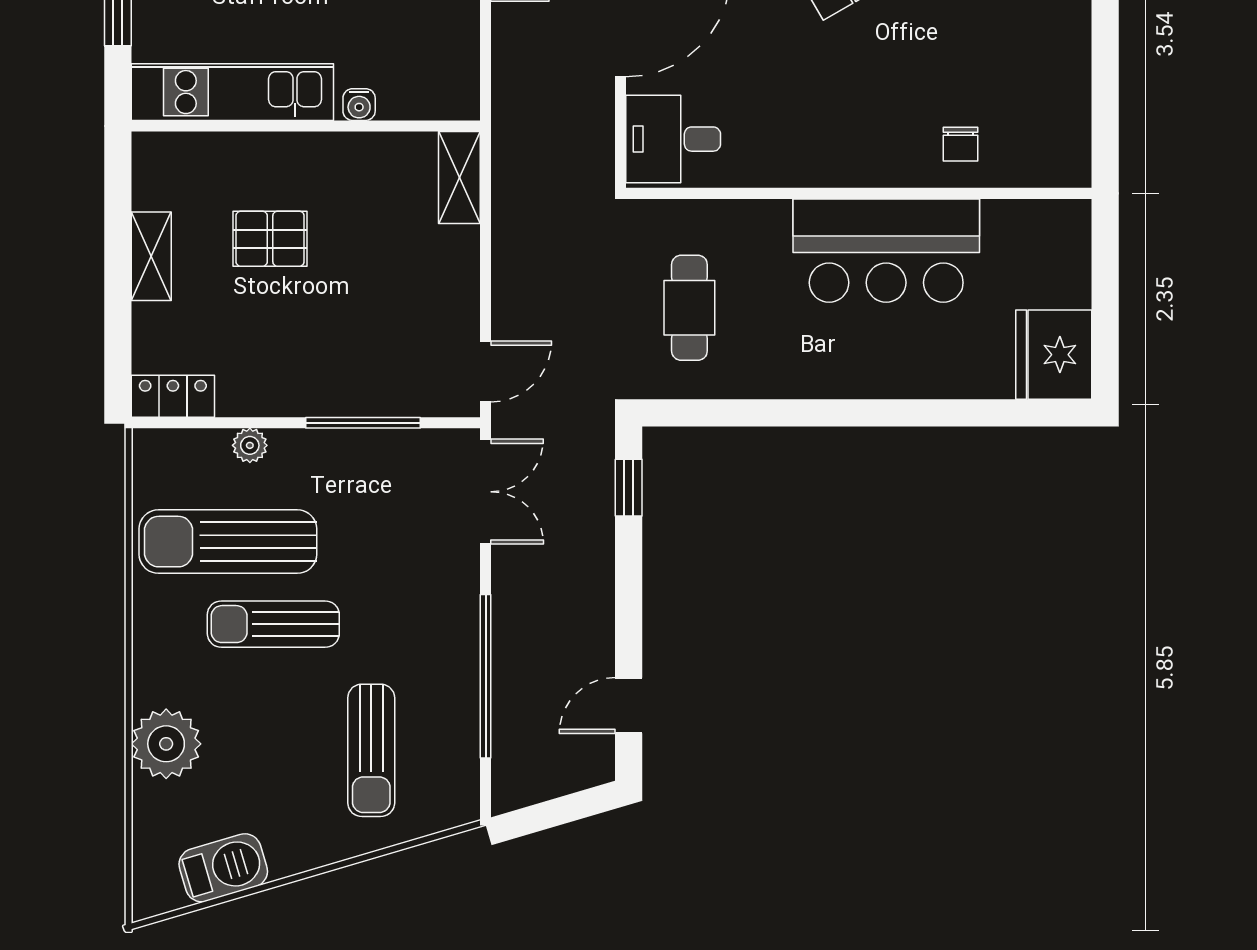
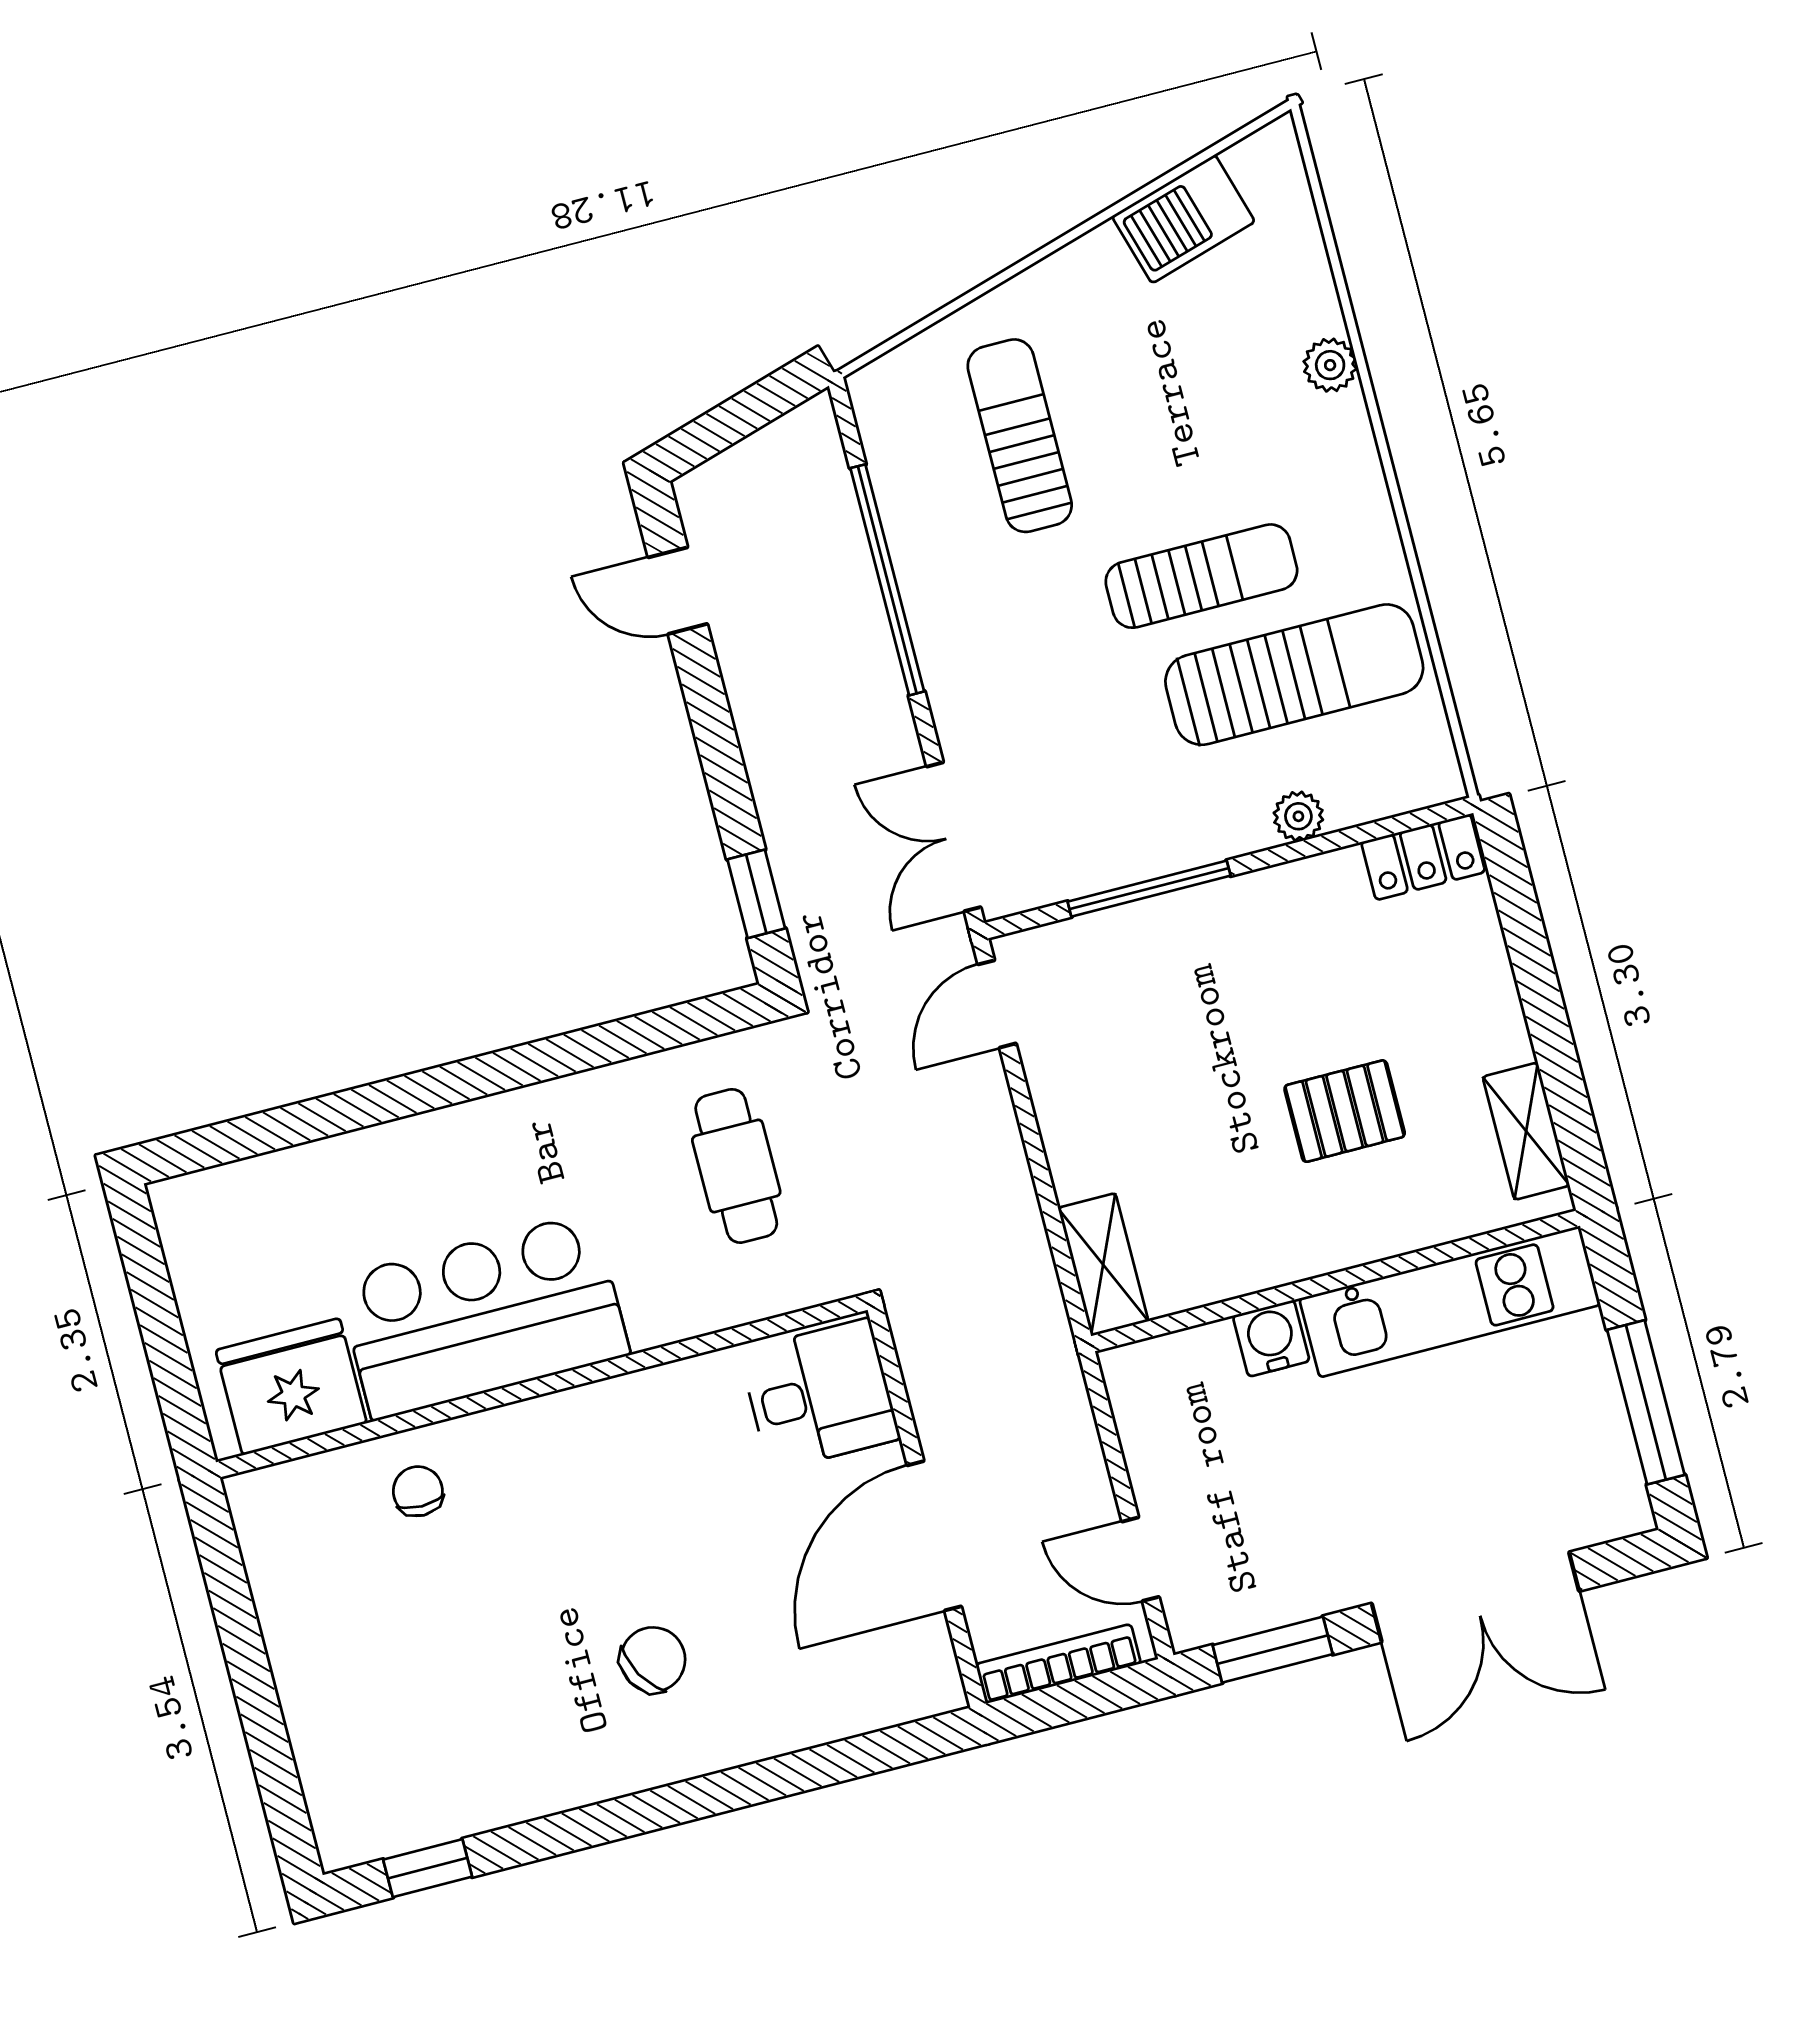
water cooler: (359, 105) -> (1271, 1338), width x1.38, depth x1.38
shelving: (151, 256) -> (1526, 1131), moved
fridge: (1054, 355) -> (291, 1387), moved, turned -90
door: (629, 706) -> (678, 591), swing flipped
plant: (166, 744) -> (1330, 365), width x0.53, depth x0.53

